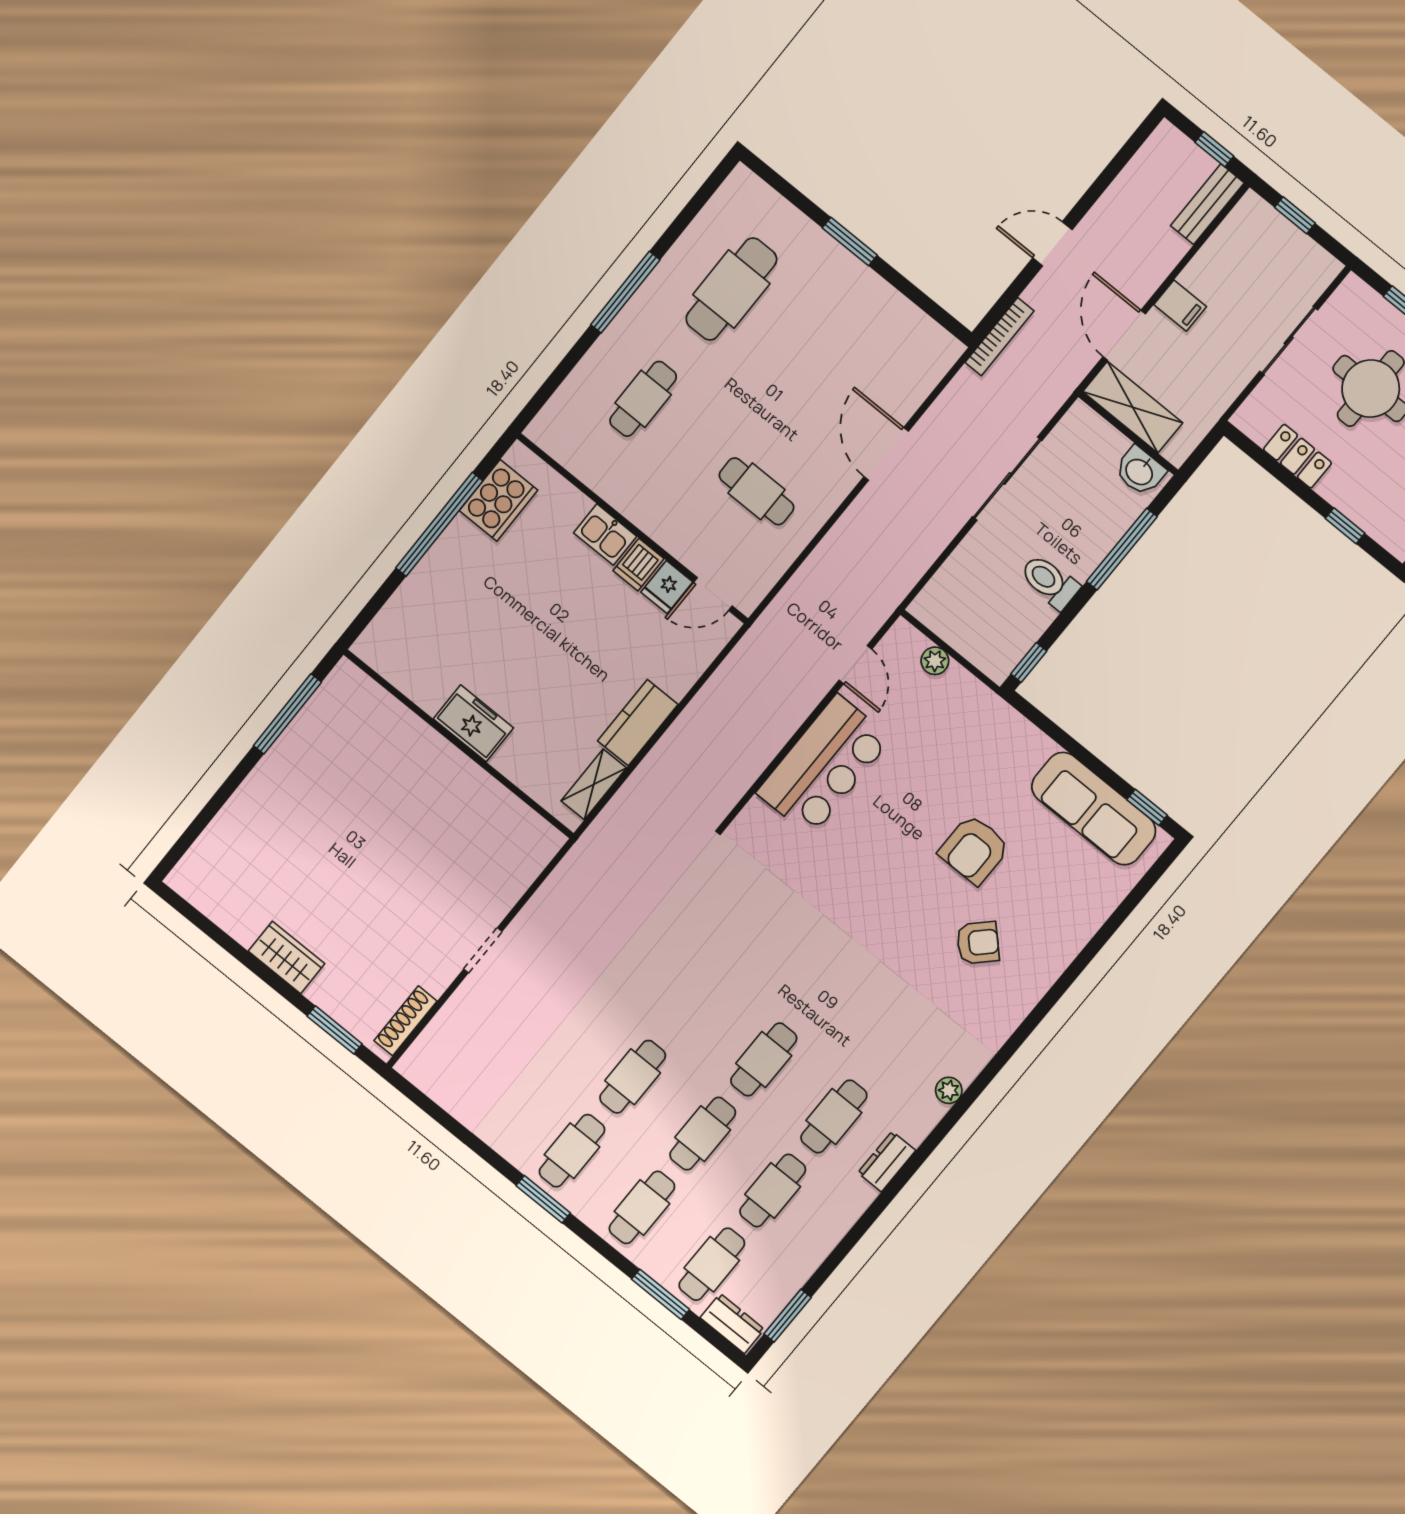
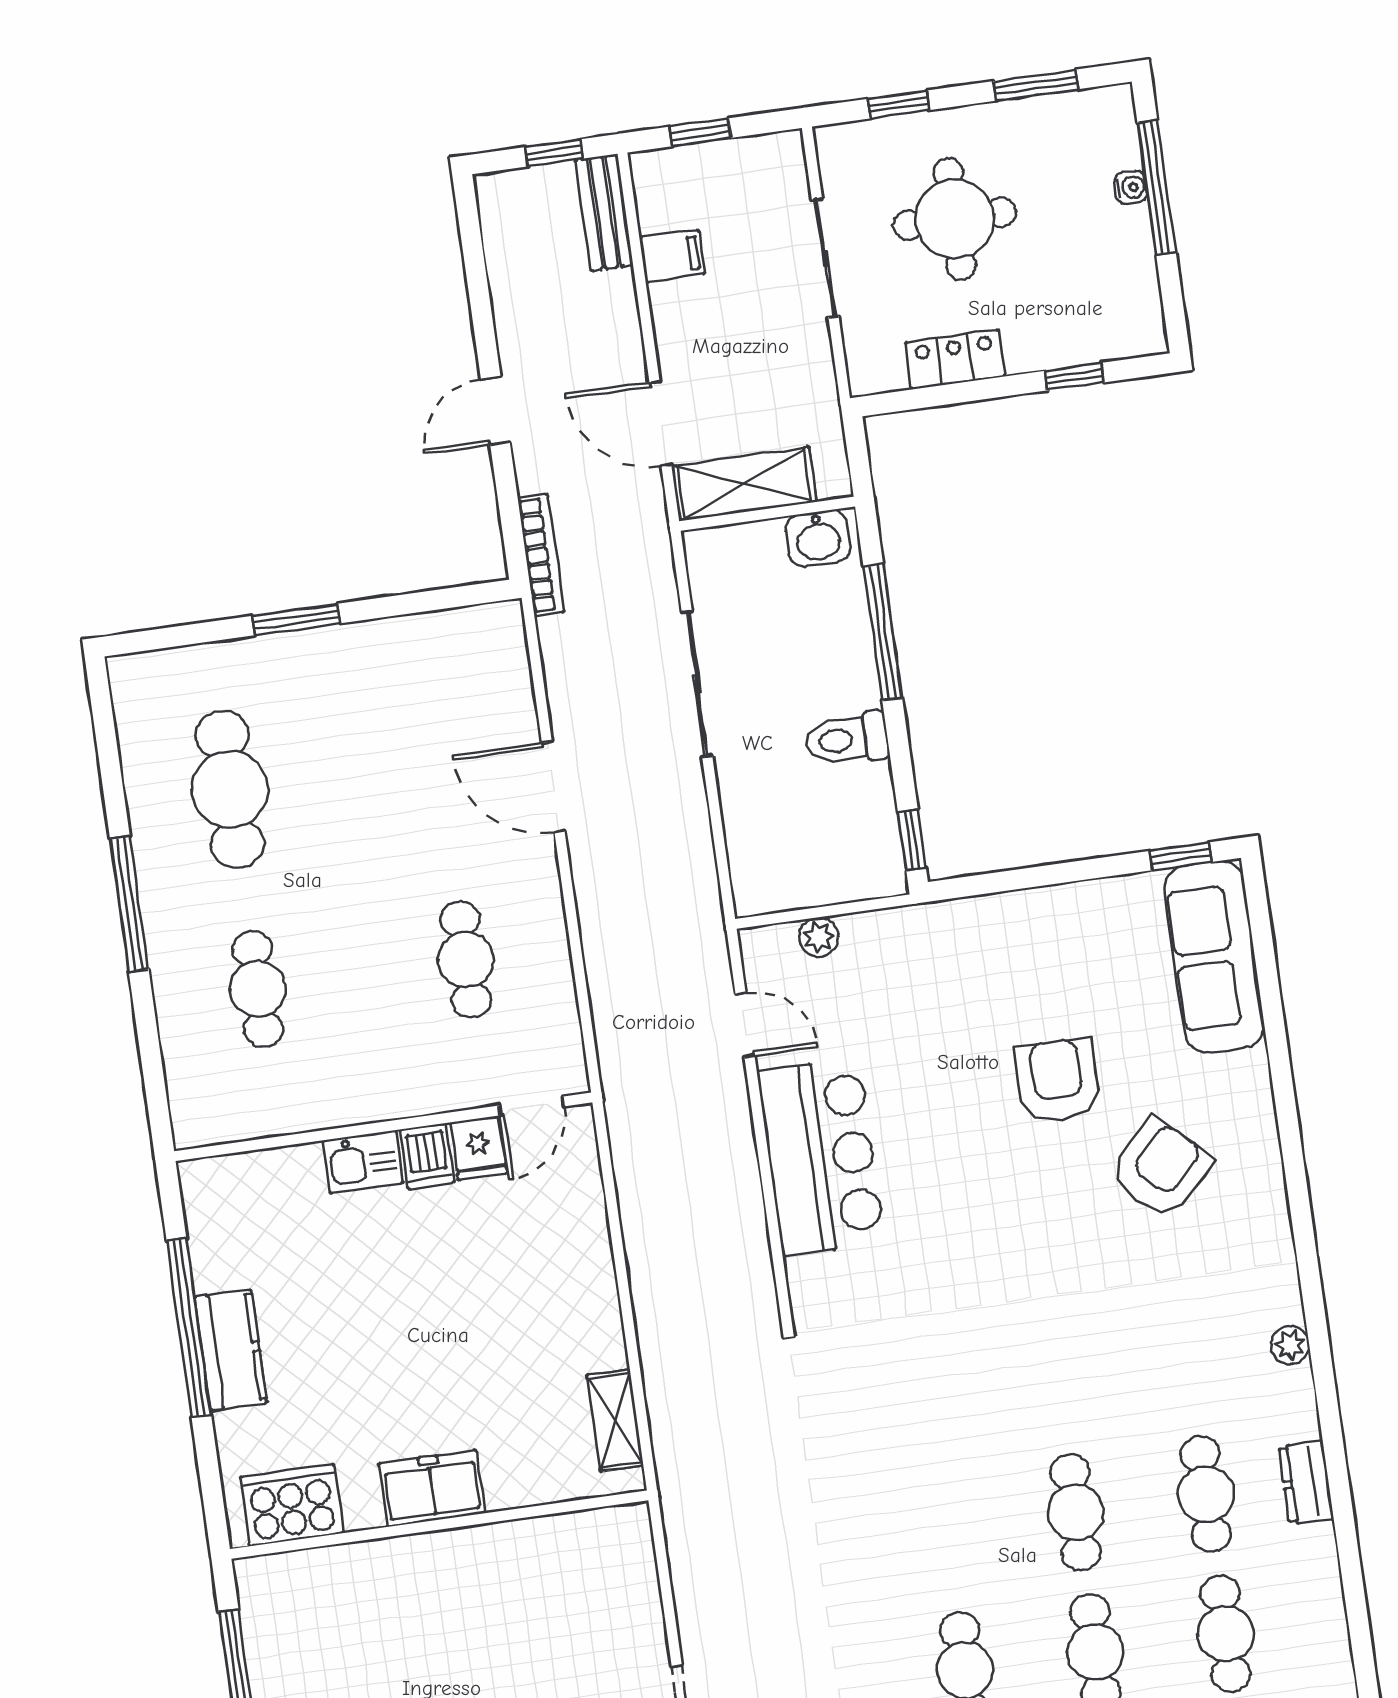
filing cabinet: (1180, 306) -> (672, 256), moved
cafe table: (757, 491) -> (466, 960), turned 90
cooker: (498, 500) -> (292, 1505), moved, turned -90
kitchen counter: (638, 723) -> (231, 1350), moved, turned 180
sofa: (1094, 809) -> (1214, 957), moved, turned 90
armchair: (974, 849) -> (1057, 1080), turned 180
armchair: (978, 943) -> (1160, 1168), width x1.38, depth x1.38

